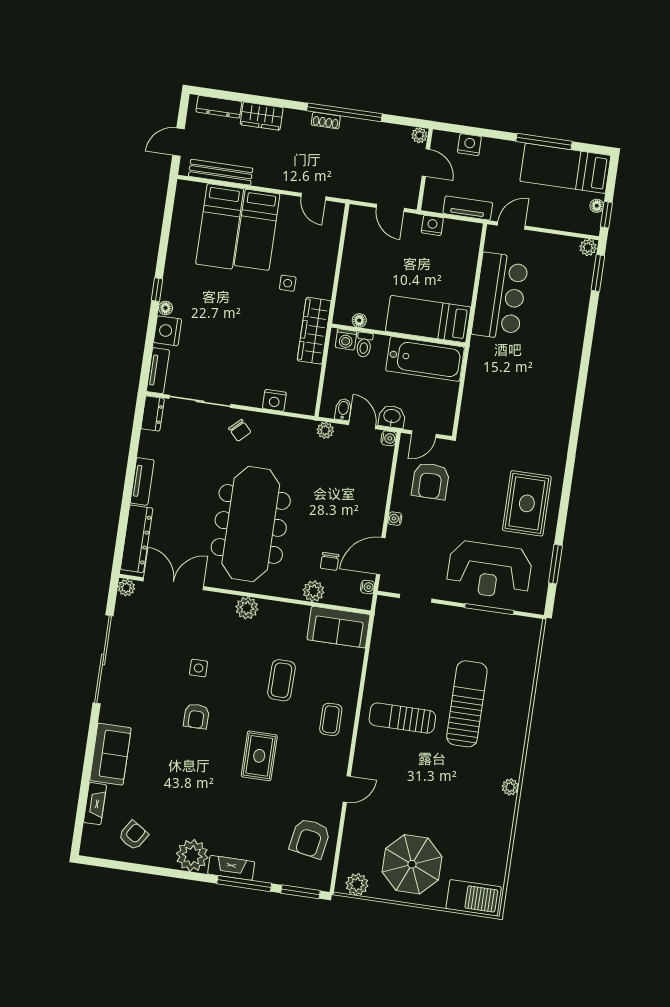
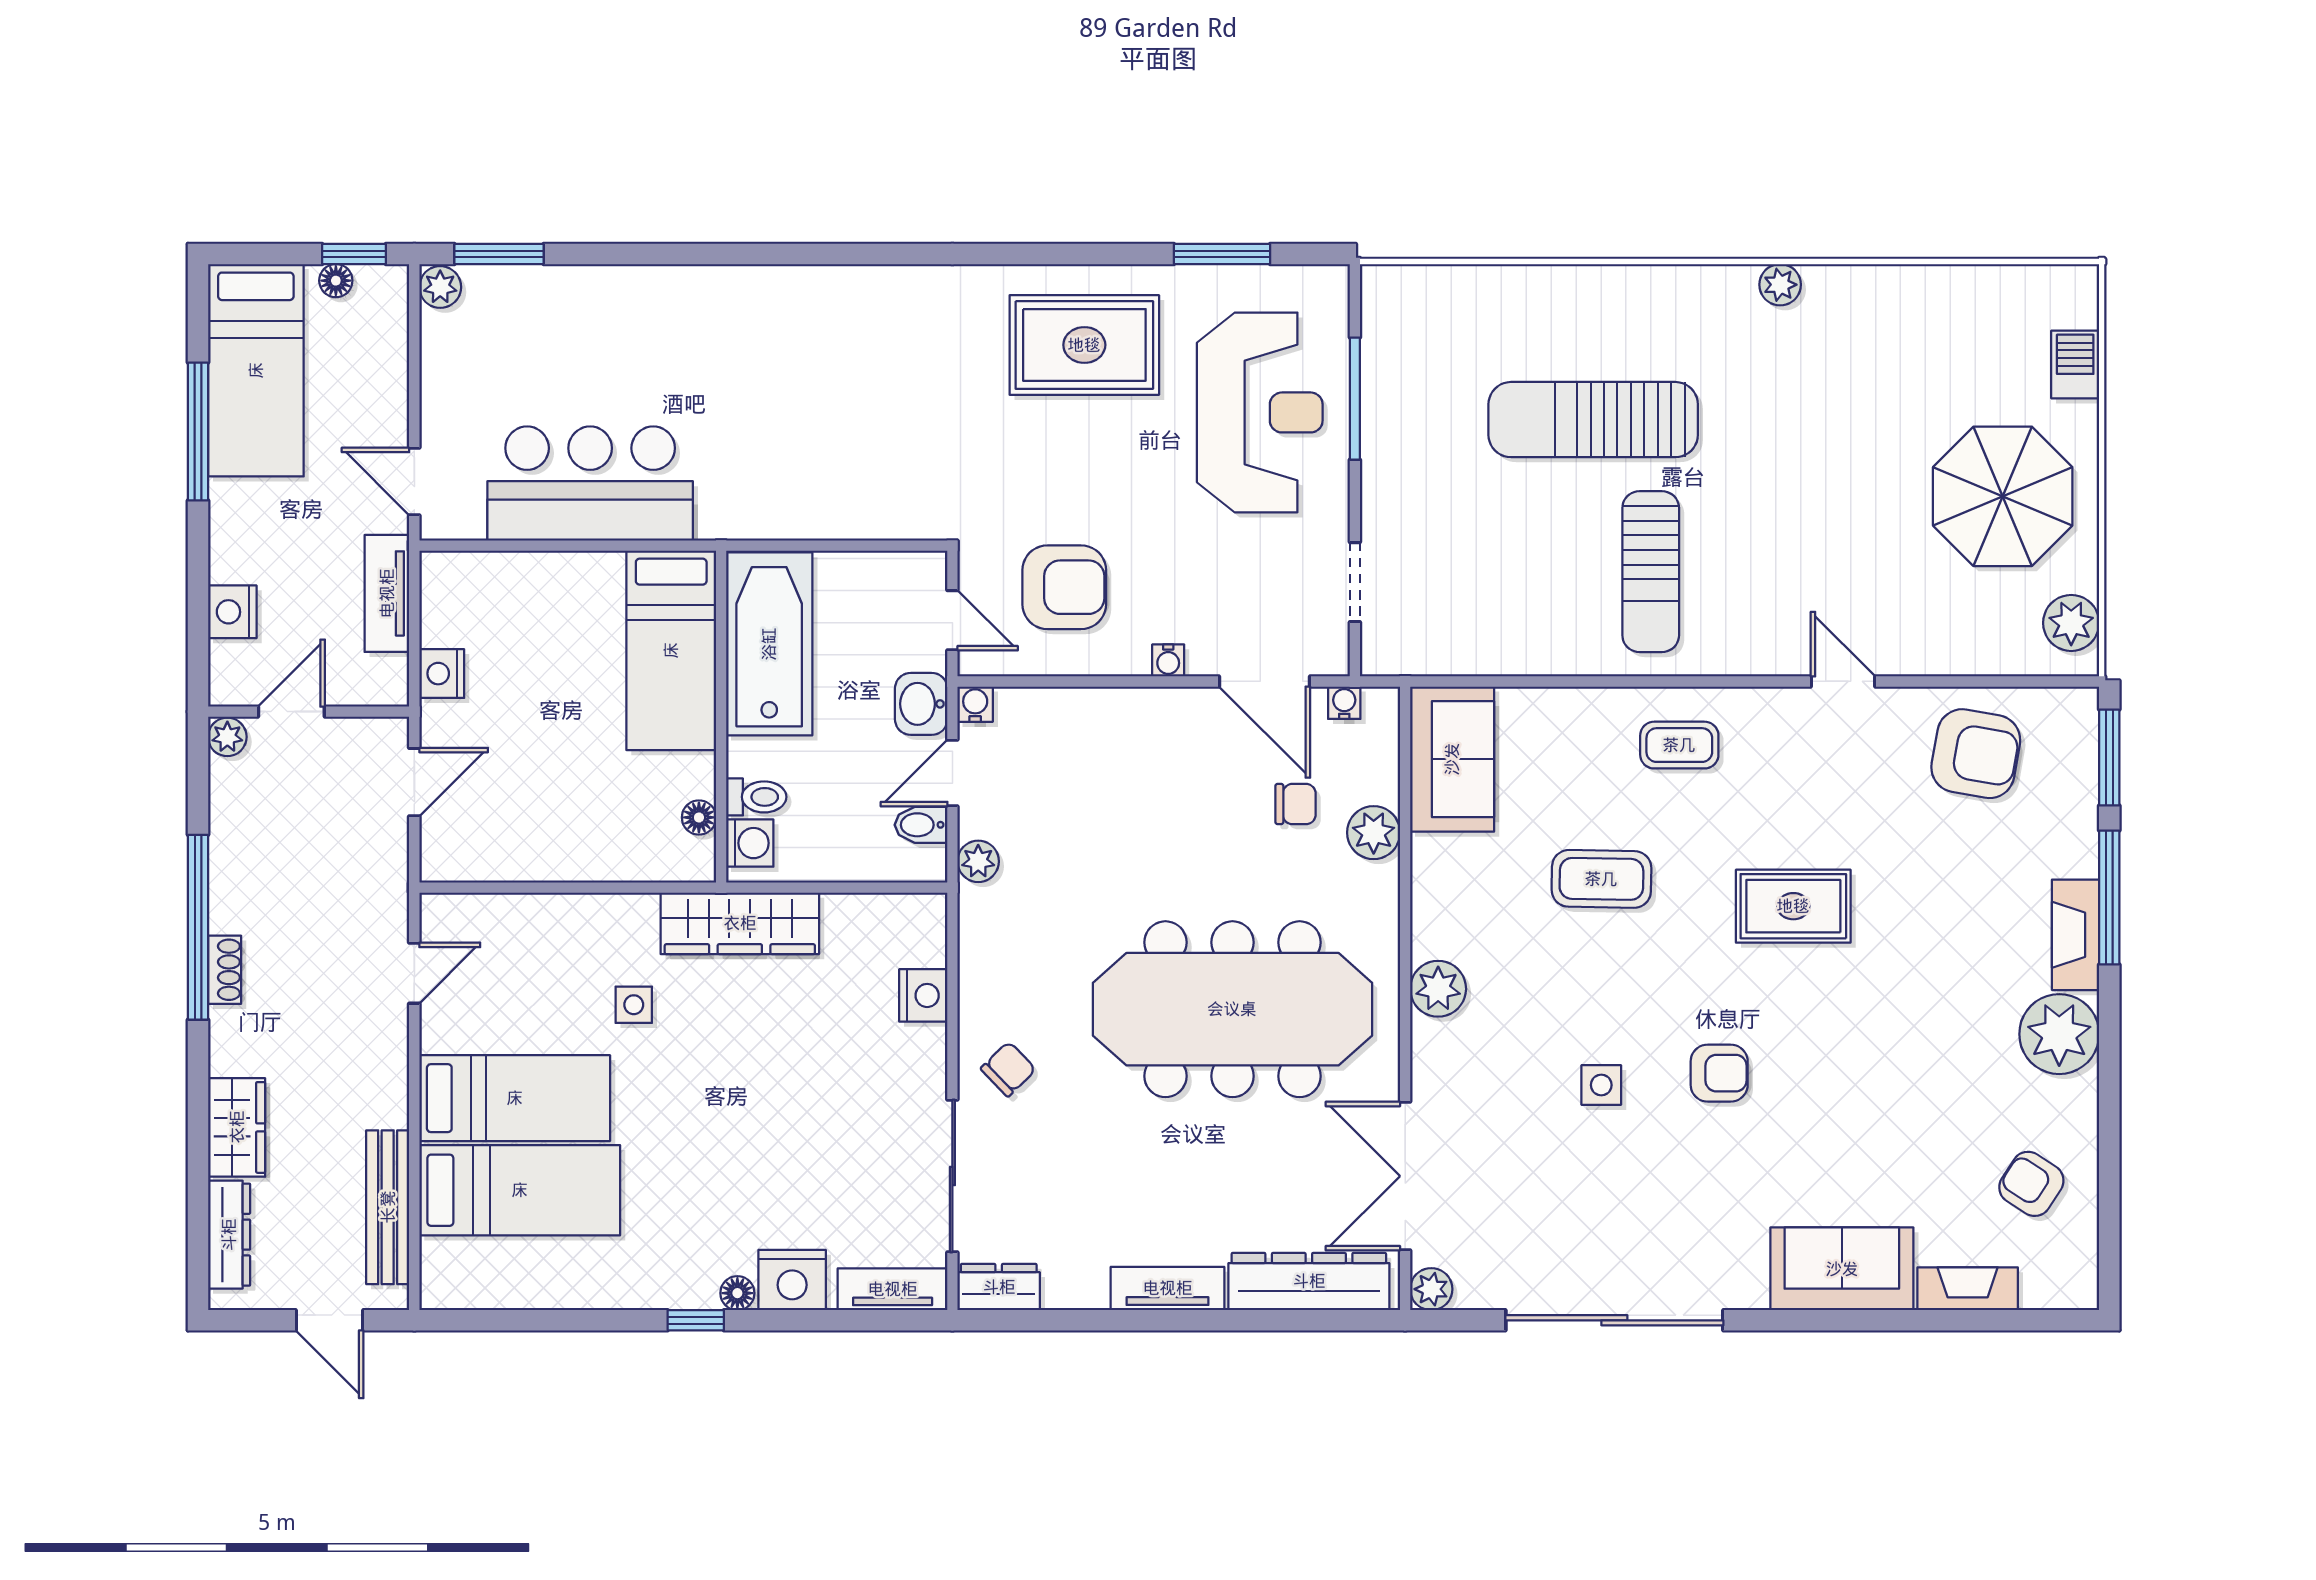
barbecue: (474, 898) -> (2075, 365), width x0.53, depth x0.65

